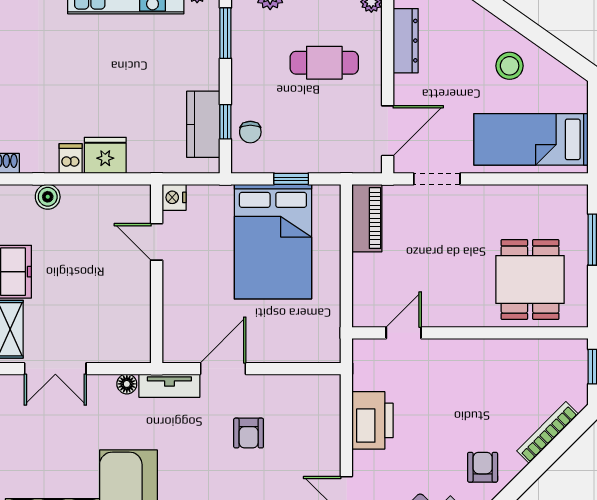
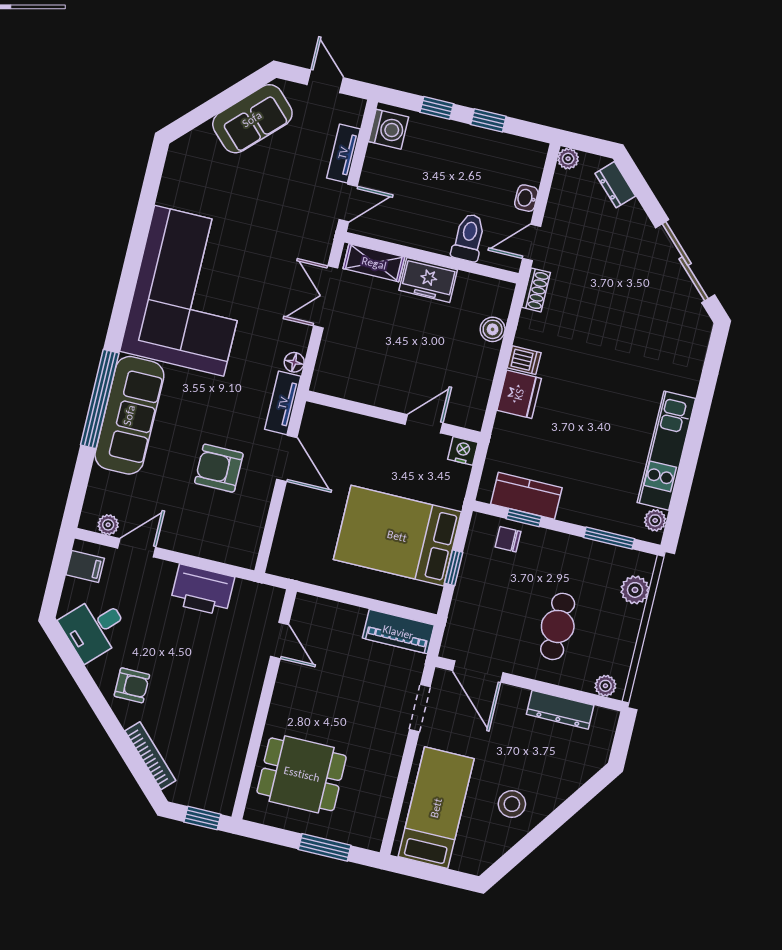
armchair: (249, 433) -> (219, 468), width x1.38, depth x1.38

